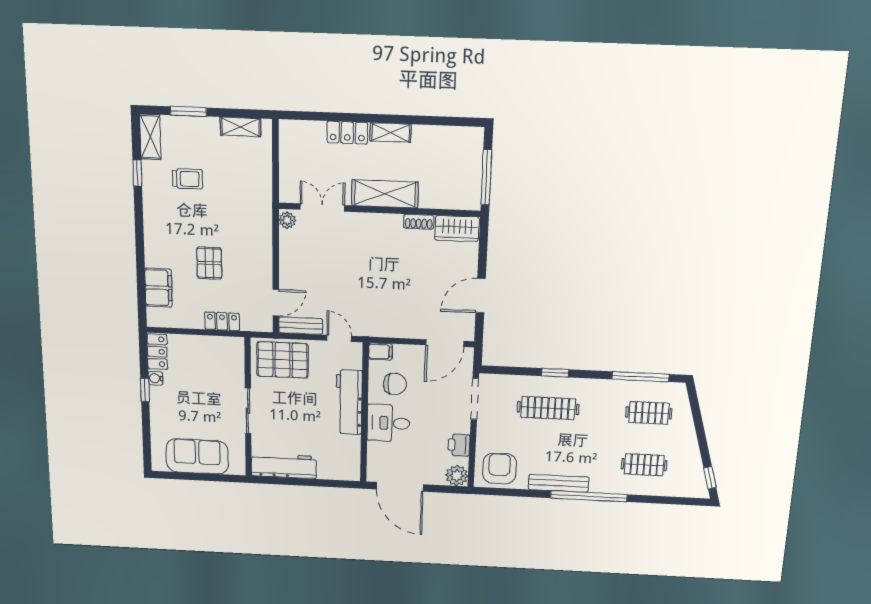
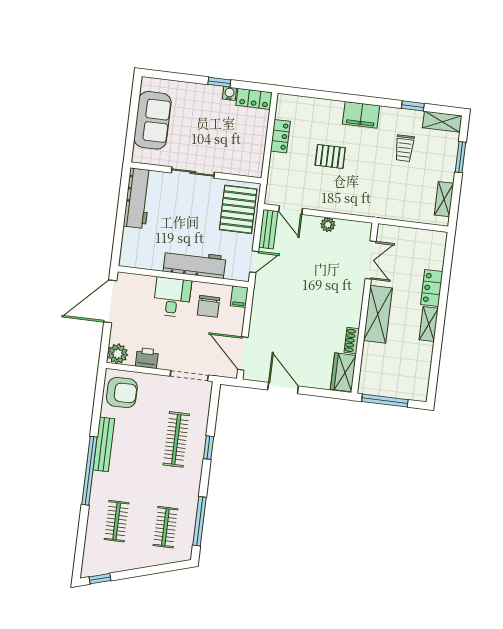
plant: (287, 220) -> (328, 225), moved
filing cabinet: (159, 288) -> (361, 115), moved
locker: (222, 321) -> (280, 136), moved

